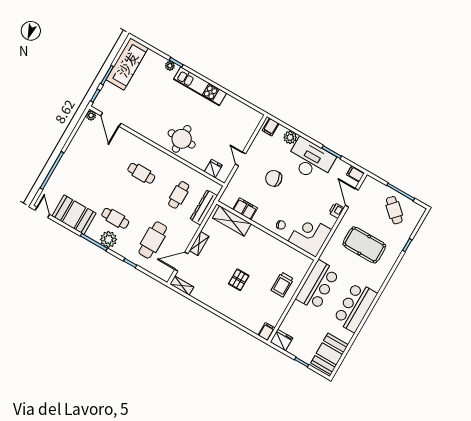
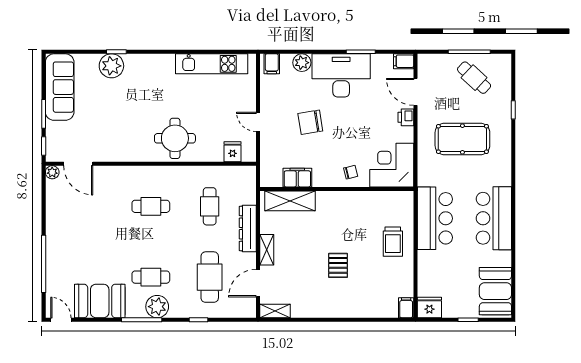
plant: (170, 66) -> (111, 66), width x1.87, depth x1.87
kitchen unit: (200, 86) -> (212, 64), moved
dresser: (204, 207) -> (248, 229), moved

